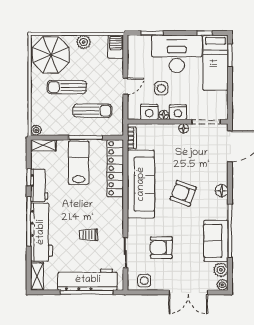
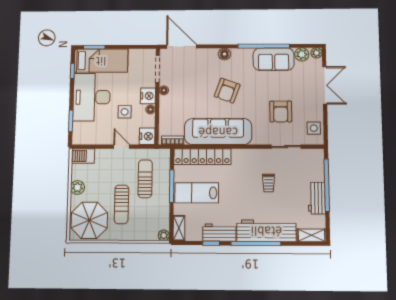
nightstand: (149, 112) -> (147, 136), moved
workbench: (88, 280) -> (317, 198), width x0.53, depth x0.76

